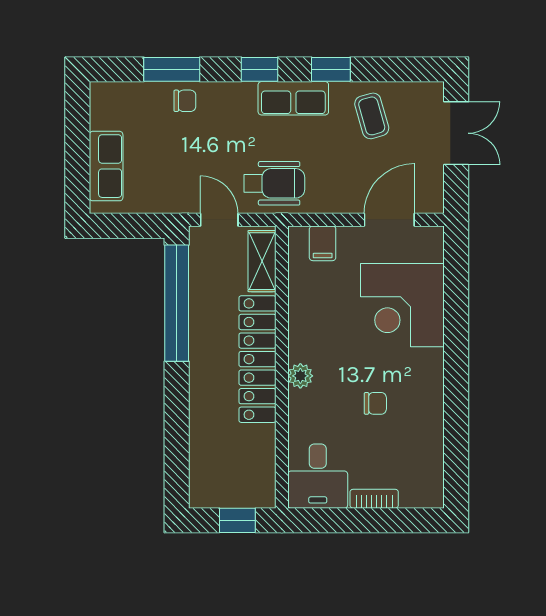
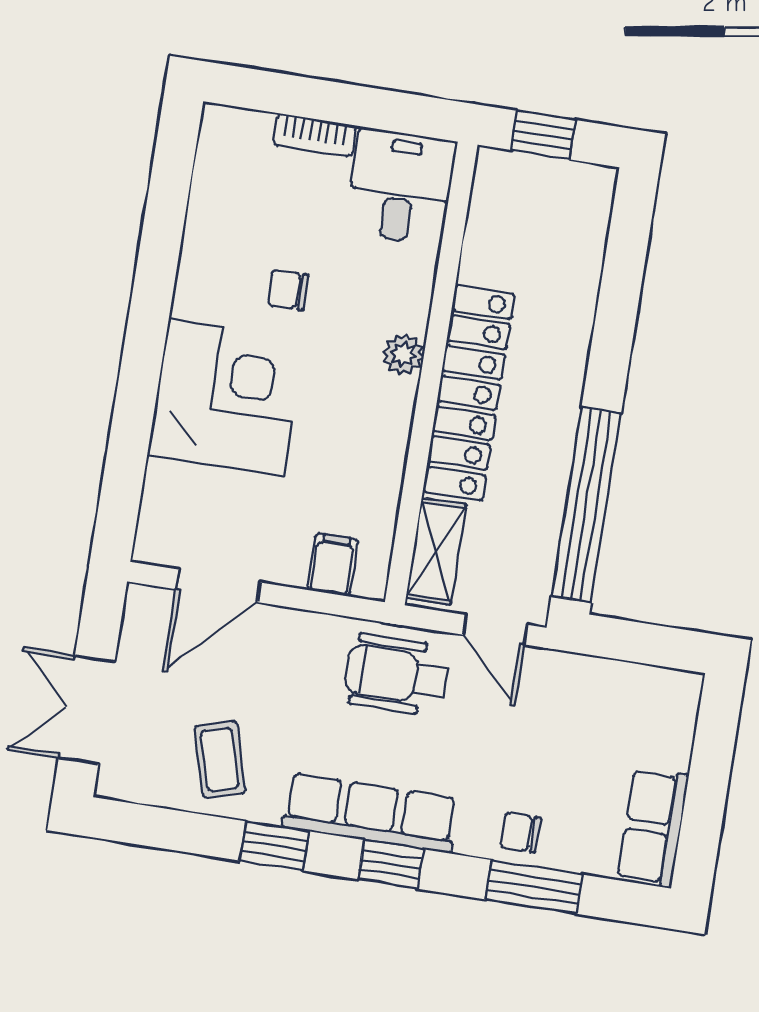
row of seats: (293, 98) -> (370, 813), width x1.48
row of seats: (106, 166) -> (653, 827), moved
corner desk: (402, 305) -> (226, 397), moved

